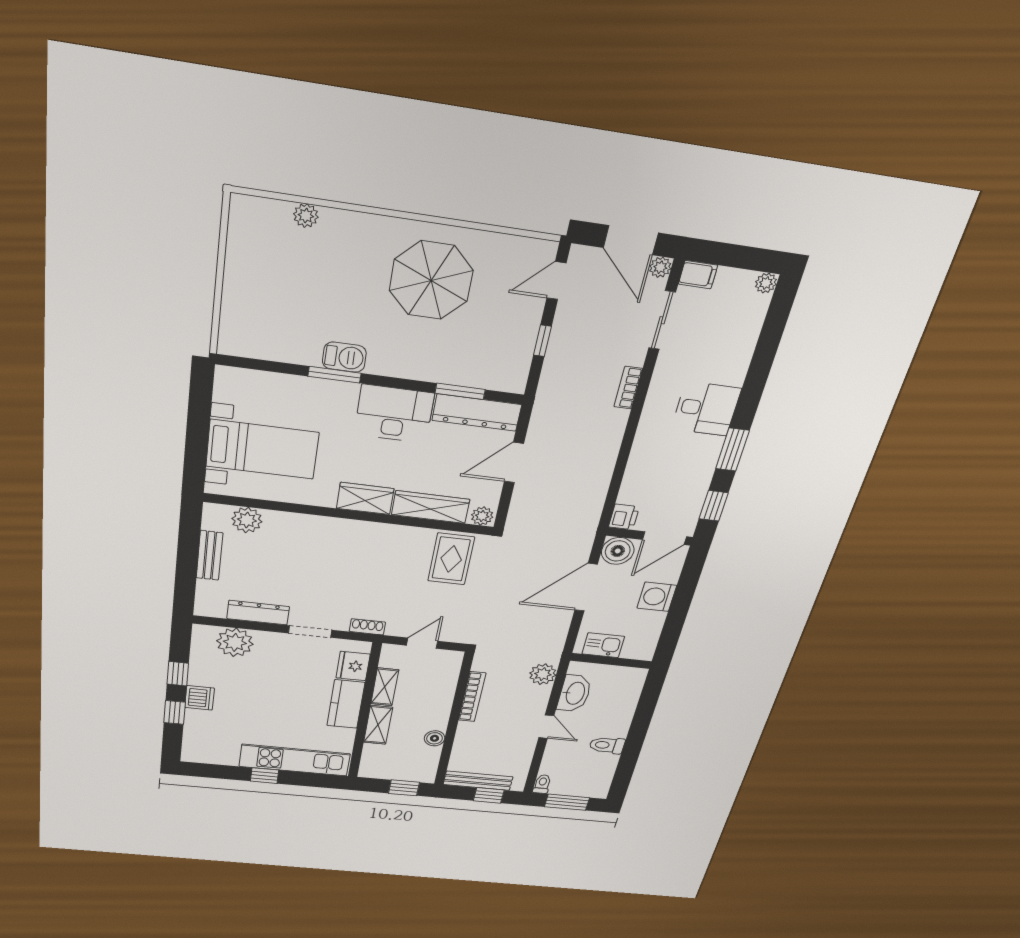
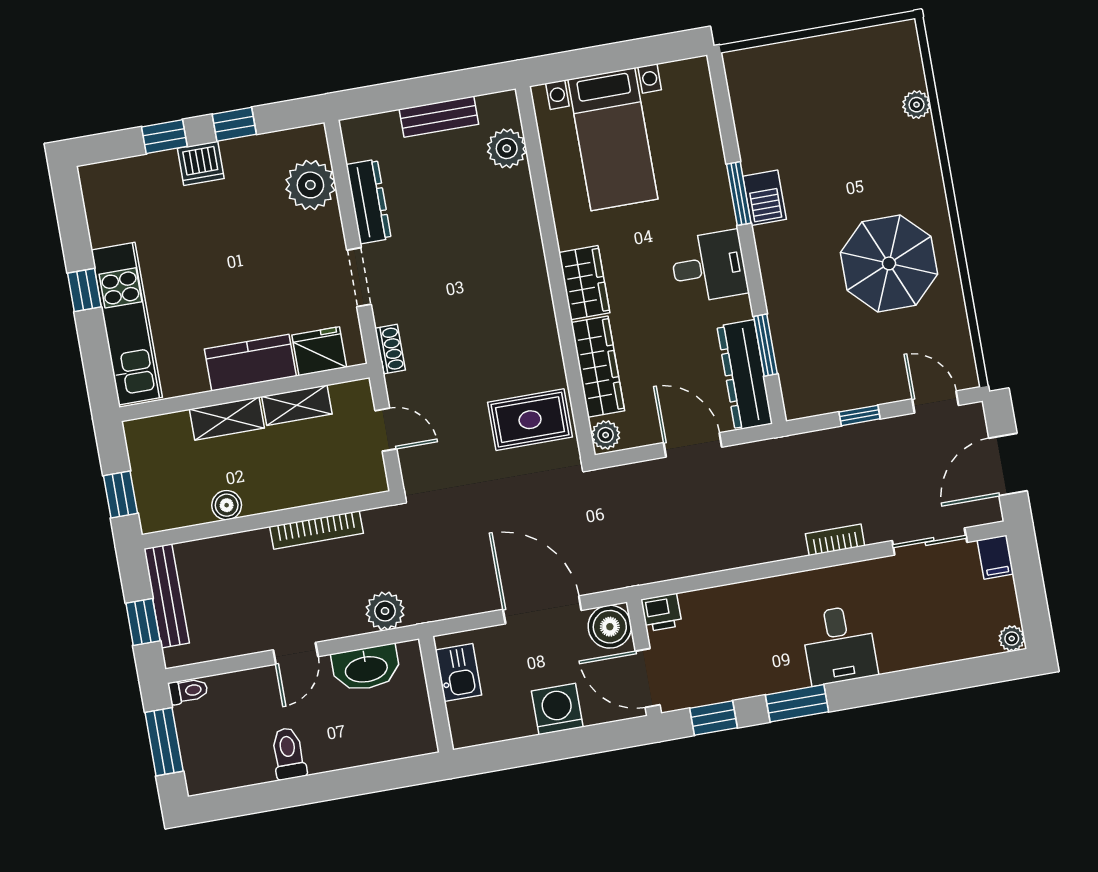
plant: (660, 267) -> (989, 511), removed
desk: (394, 414) -> (709, 267), width x0.73

